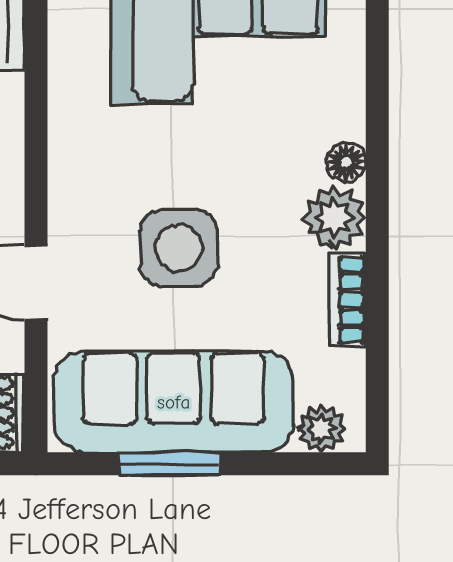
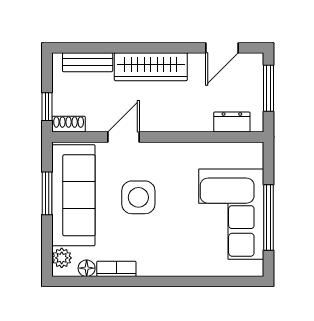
floor lamp: (346, 162) -> (87, 268), moved
plant: (334, 218) -> (151, 263), removed

